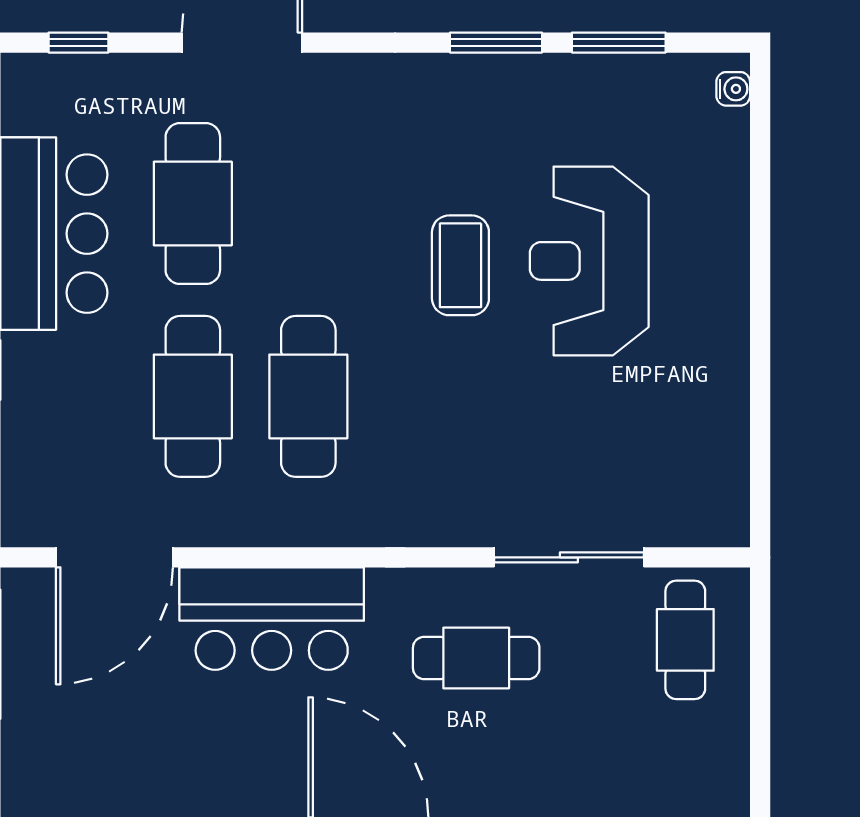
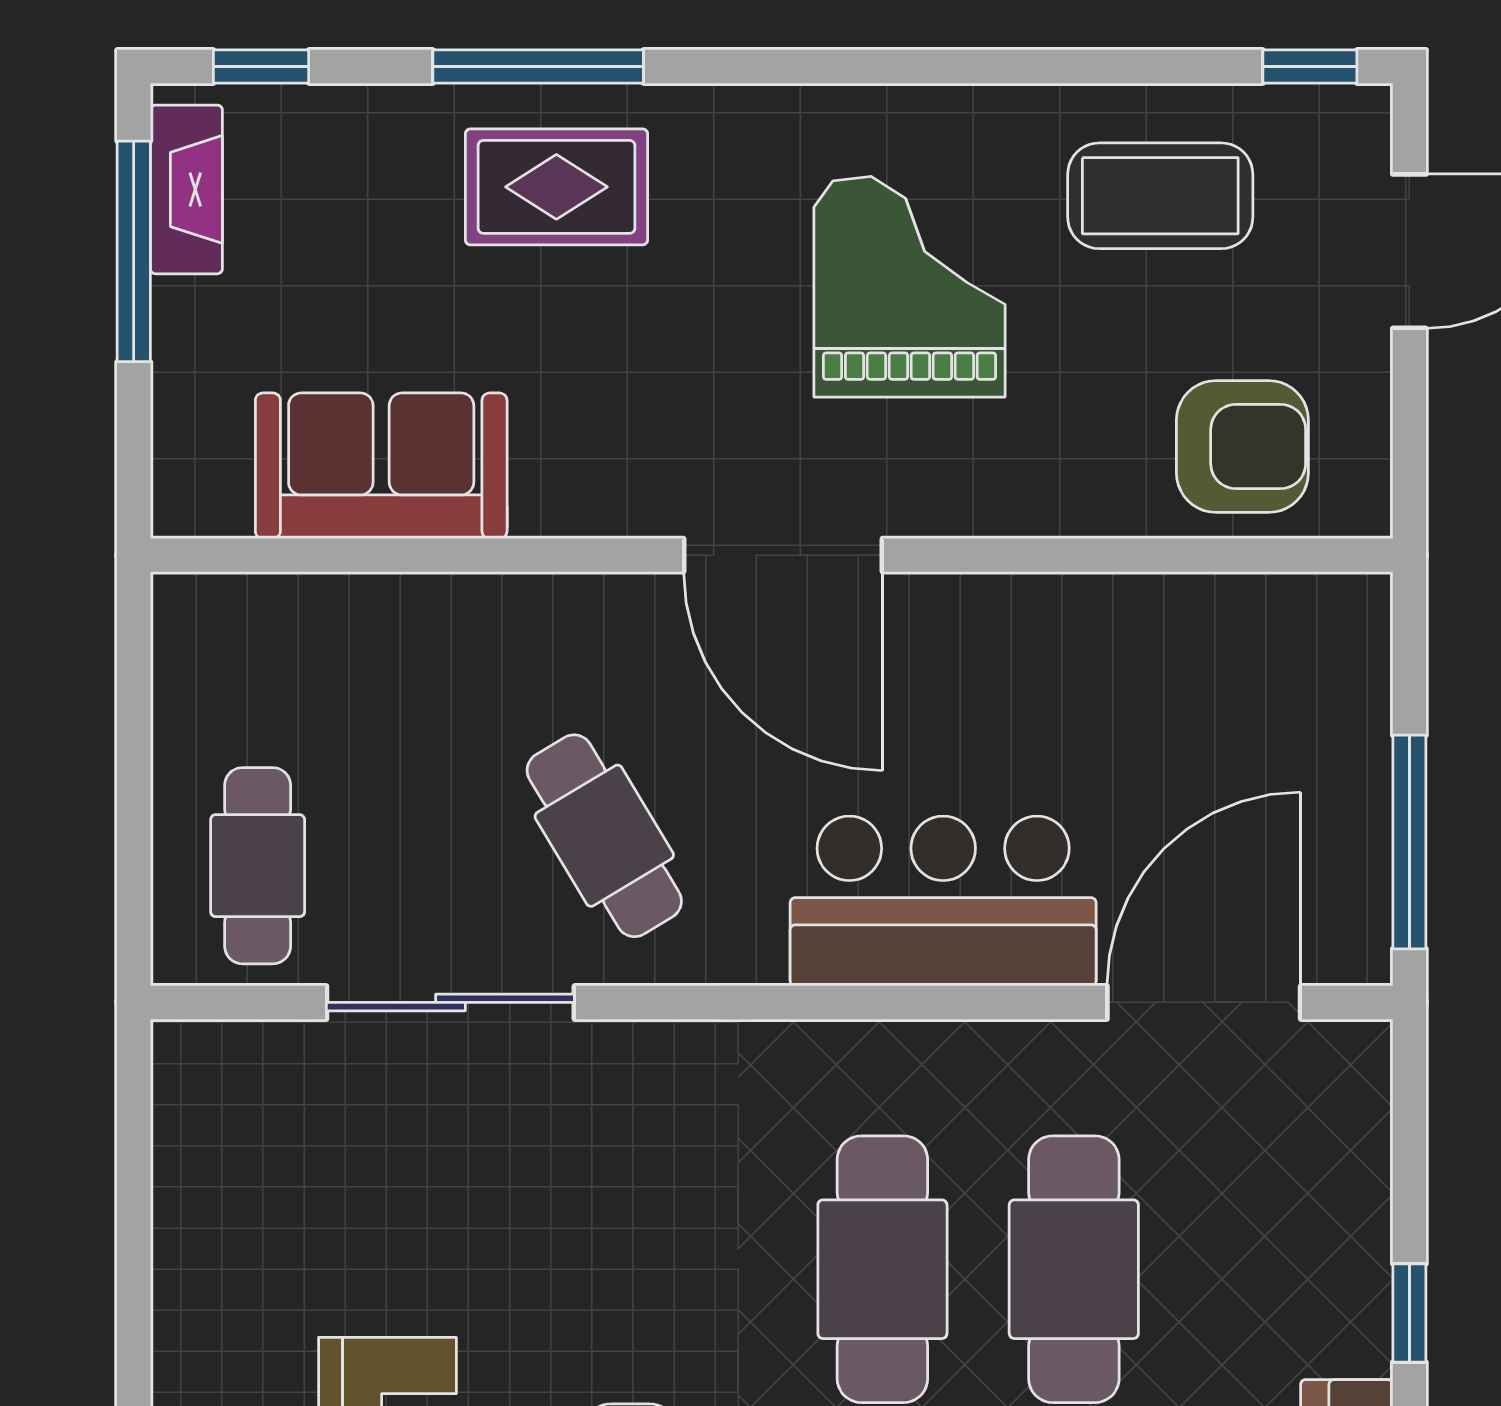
cafe table: (476, 658) -> (604, 836), turned 59

